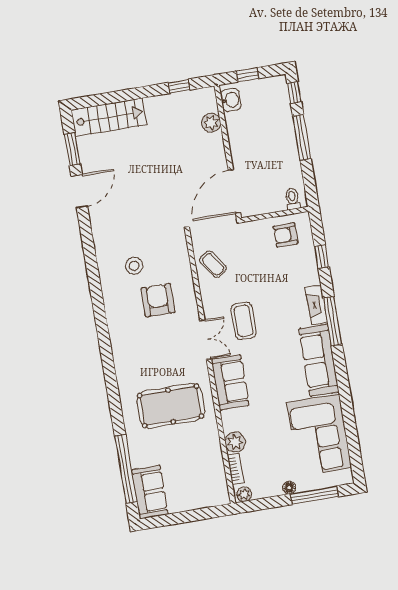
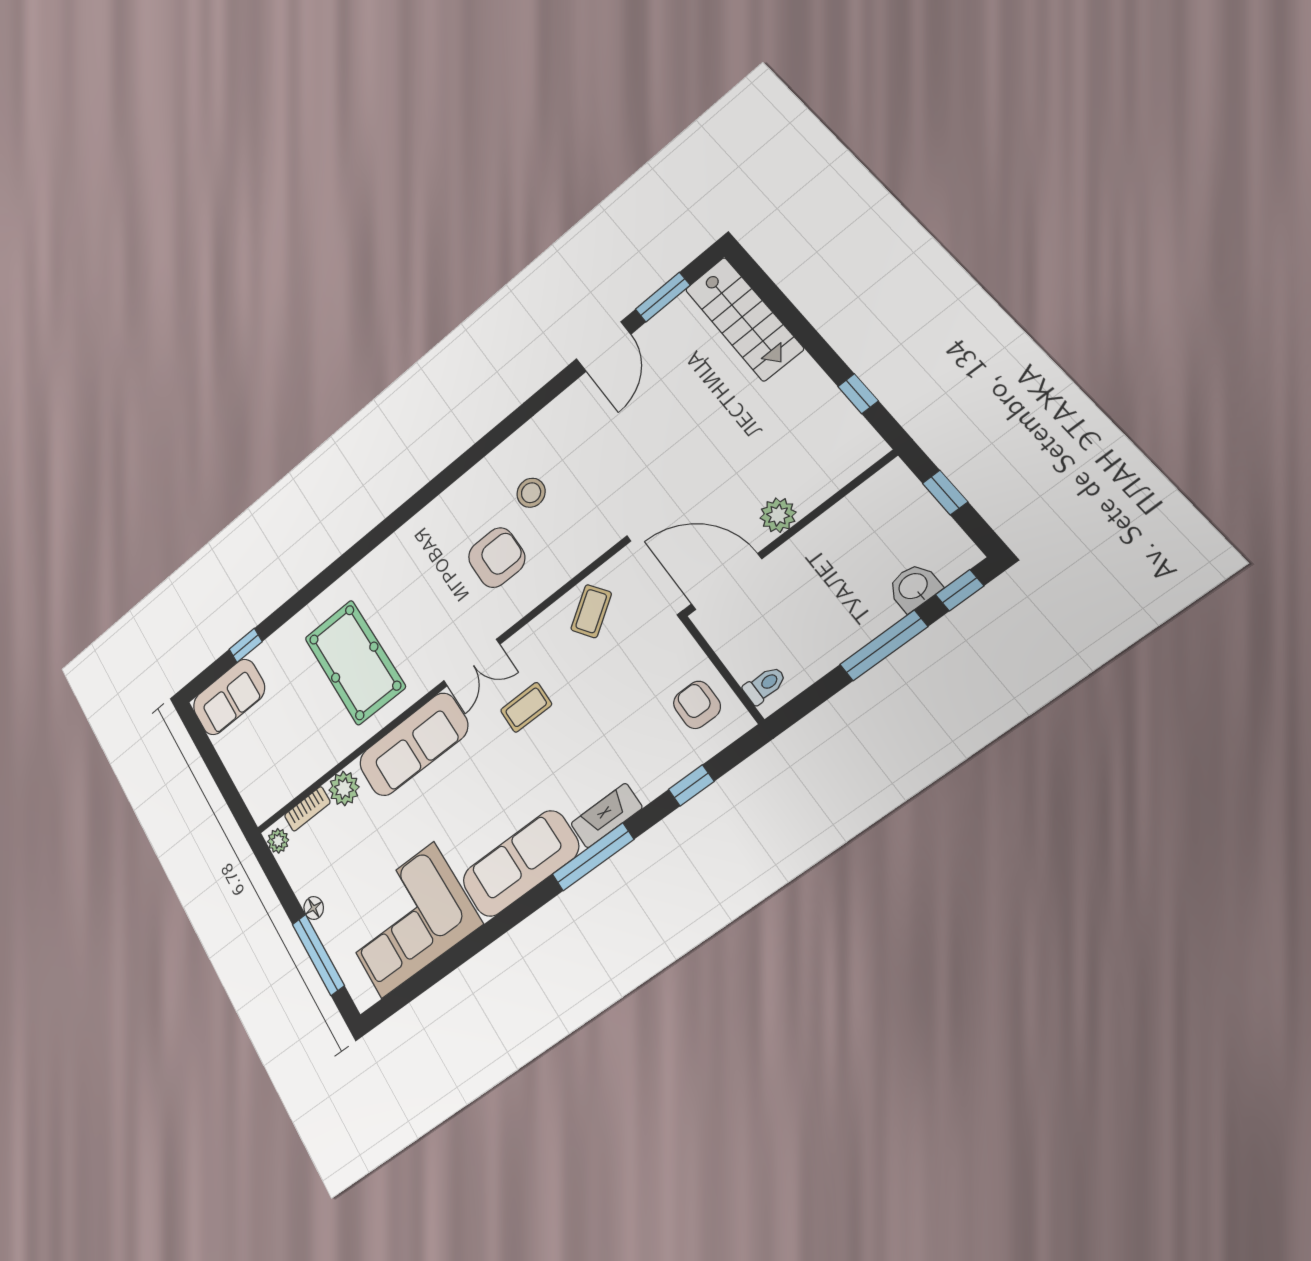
washbasin: (231, 100) -> (914, 587), moved, turned 180
plant: (211, 123) -> (778, 515), moved
door: (79, 191) -> (603, 347), hinge flipped
coffee table: (243, 321) -> (526, 707), width x0.73, depth x0.77
sofa: (230, 382) -> (413, 744), width x1.36
window: (126, 469) -> (246, 645), width x0.32

